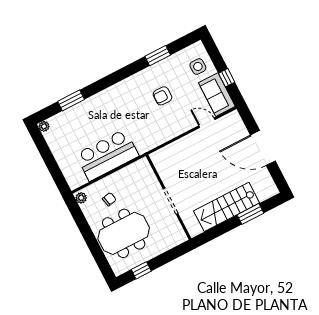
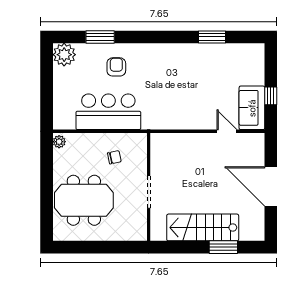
side table: (198, 67) -> (247, 69), removed
armchair: (162, 96) -> (116, 67), moved, turned 90
plant: (44, 126) -> (64, 55), width x1.88, depth x1.88
chair: (109, 199) -> (114, 157), moved
window: (141, 270) -> (82, 247), removed

